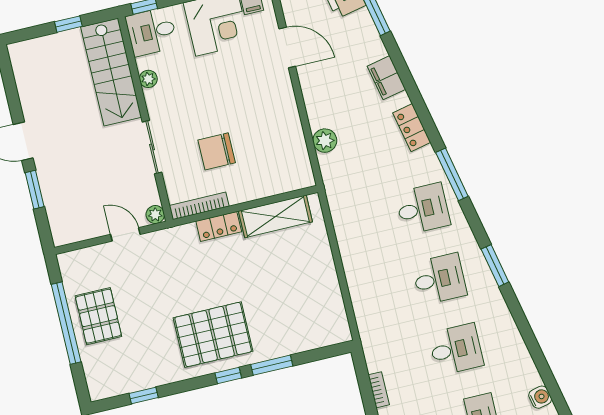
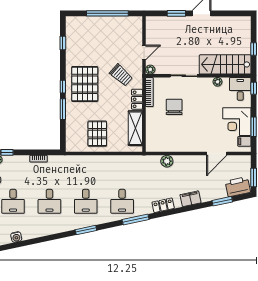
trolley: (179, 268) -> (121, 75), added
pallet: (98, 316) -> (97, 134), moved, turned 90

